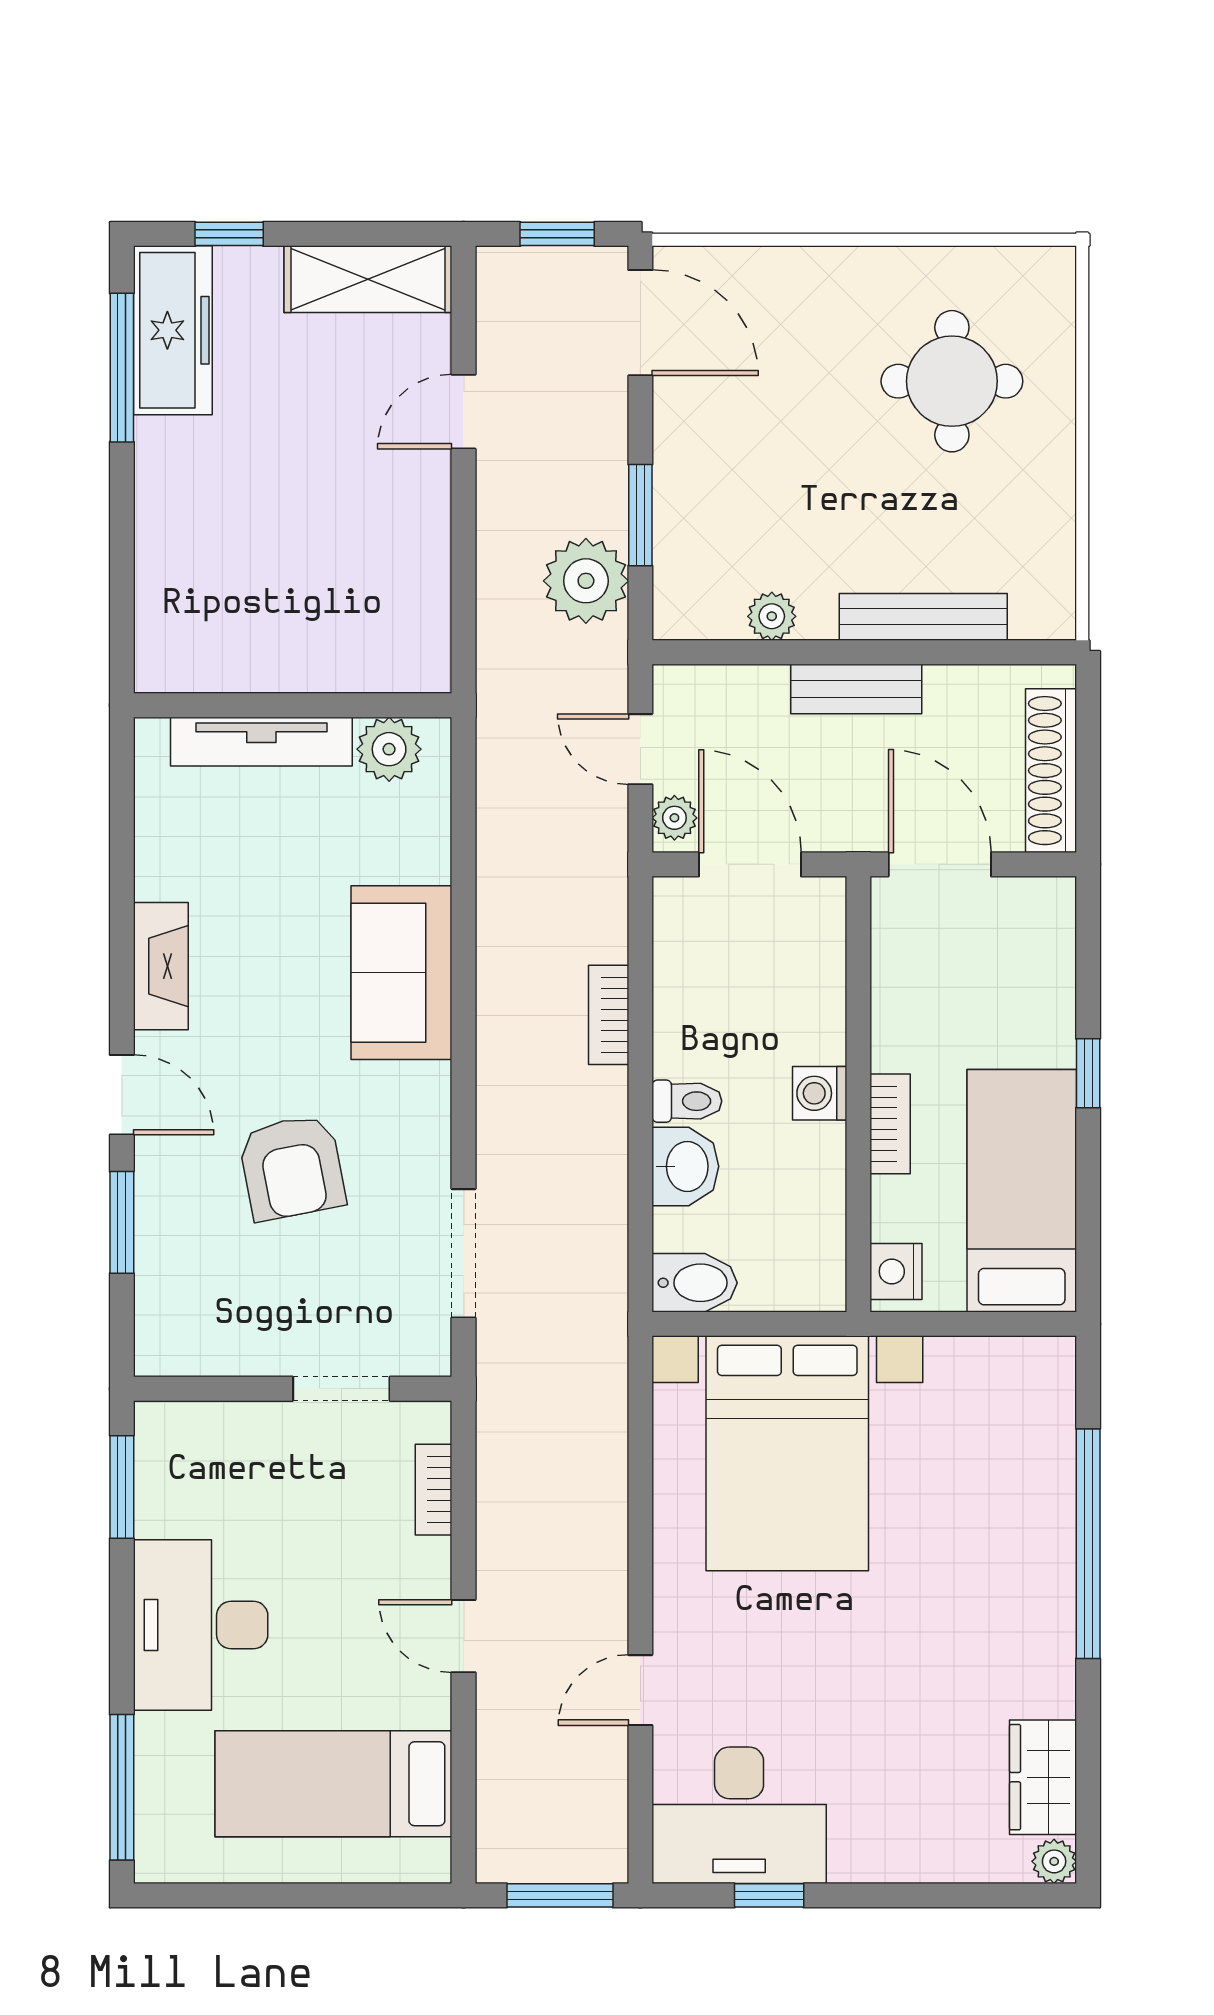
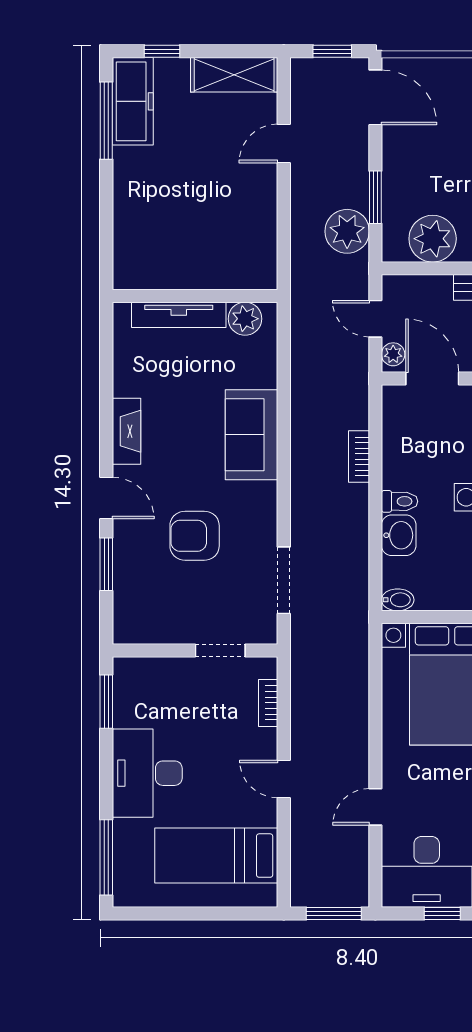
plant: (772, 616) -> (433, 239), width x1.88, depth x1.88
armchair: (292, 1167) -> (195, 536), turned 101
bidet: (695, 1283) -> (398, 600), width x0.72, depth x0.74

